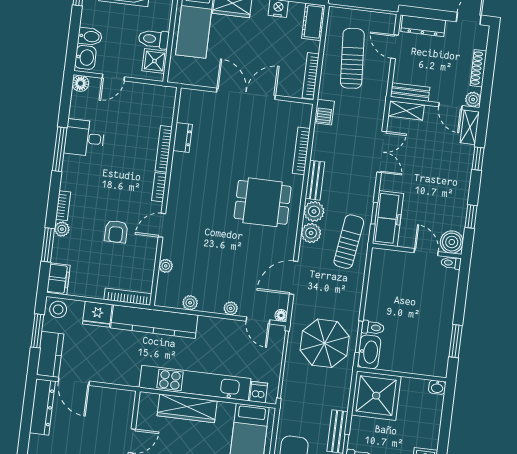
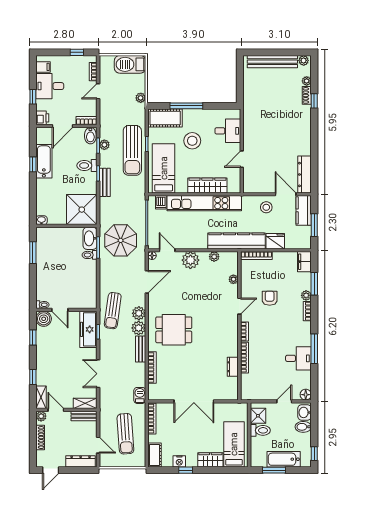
plant: (231, 308) -> (190, 260), width x1.88, depth x1.88
stool: (58, 309) -> (266, 207), moved

